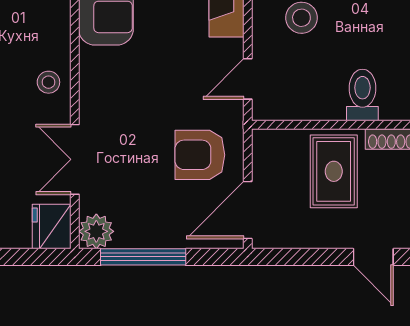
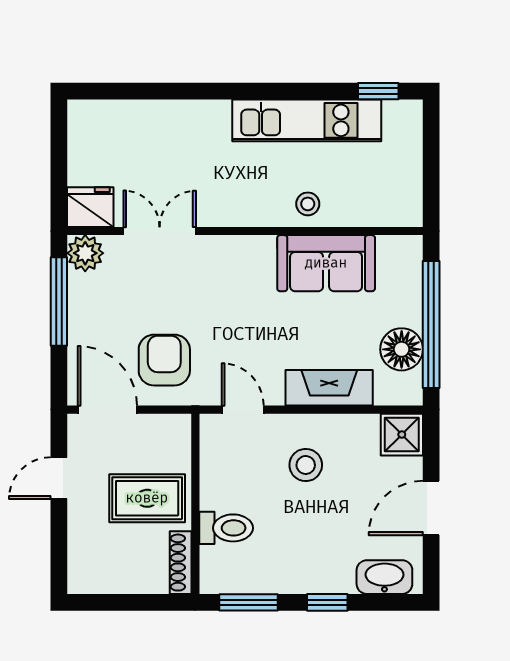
stool: (48, 82) -> (308, 204), moved
door: (373, 257) -> (59, 478), moved

